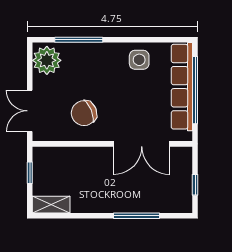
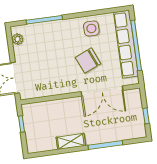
plant: (47, 60) -> (18, 39), width x0.53, depth x0.53
chair: (84, 113) -> (88, 61), moved
shelving: (51, 205) -> (71, 141), moved

